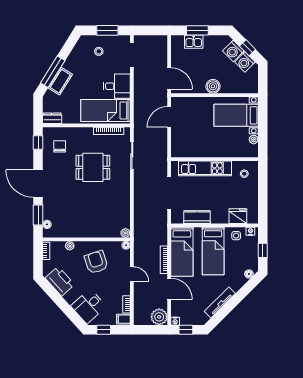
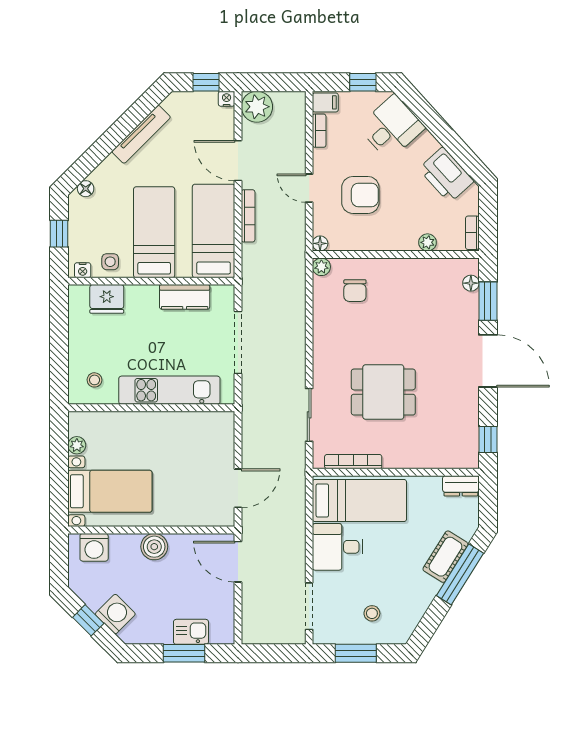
washing machine: (245, 62) -> (94, 547), moved, turned 135
chair: (60, 146) -> (355, 291), moved
armchair: (96, 262) -> (360, 195), moved, turned -72

